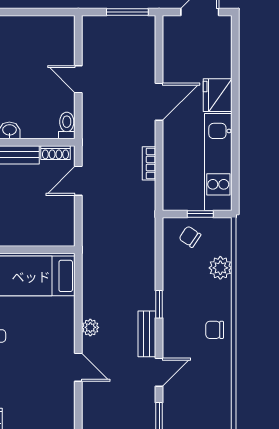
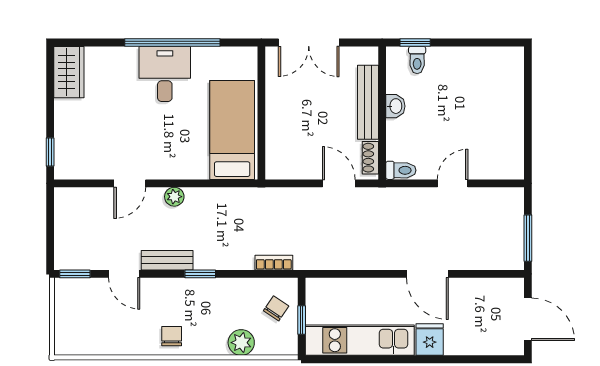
fridge: (218, 95) -> (430, 340), width x0.72
bookcase: (149, 163) -> (274, 263), moved

